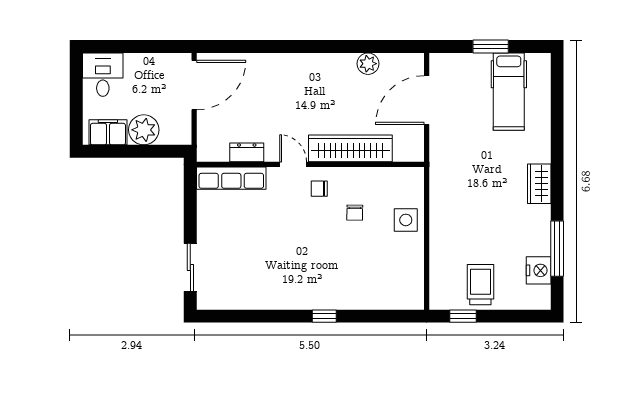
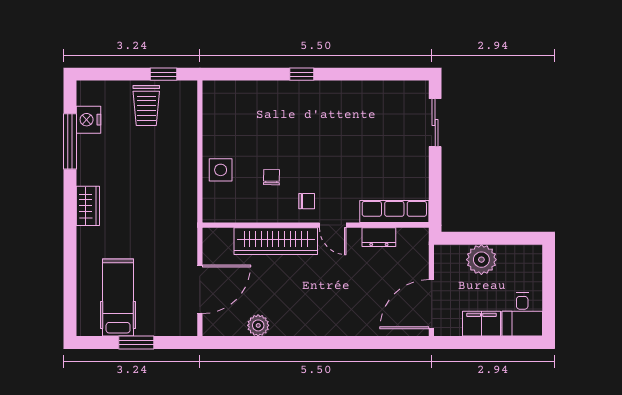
filing cabinet: (108, 132) -> (482, 324), moved, turned 180

